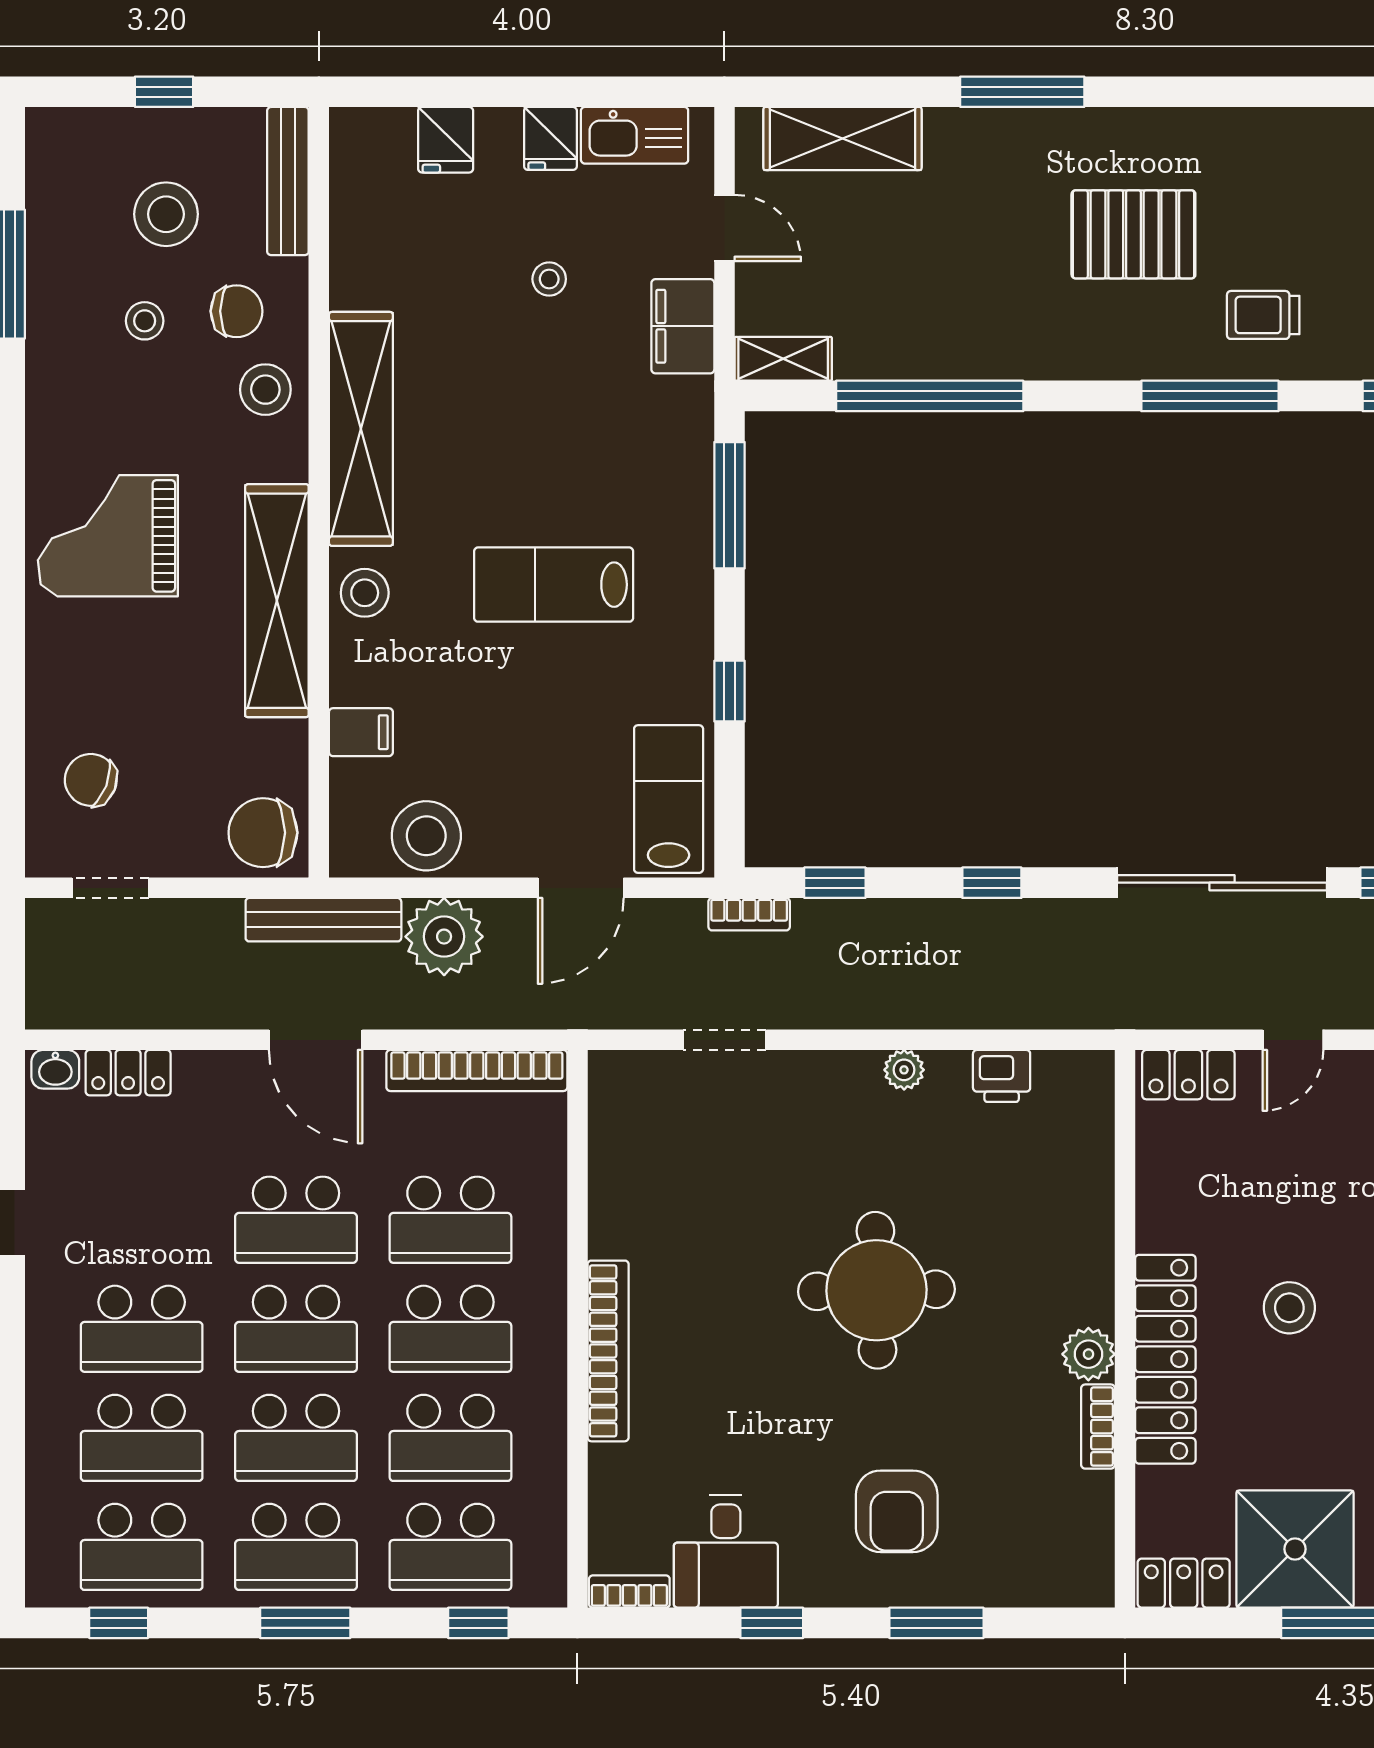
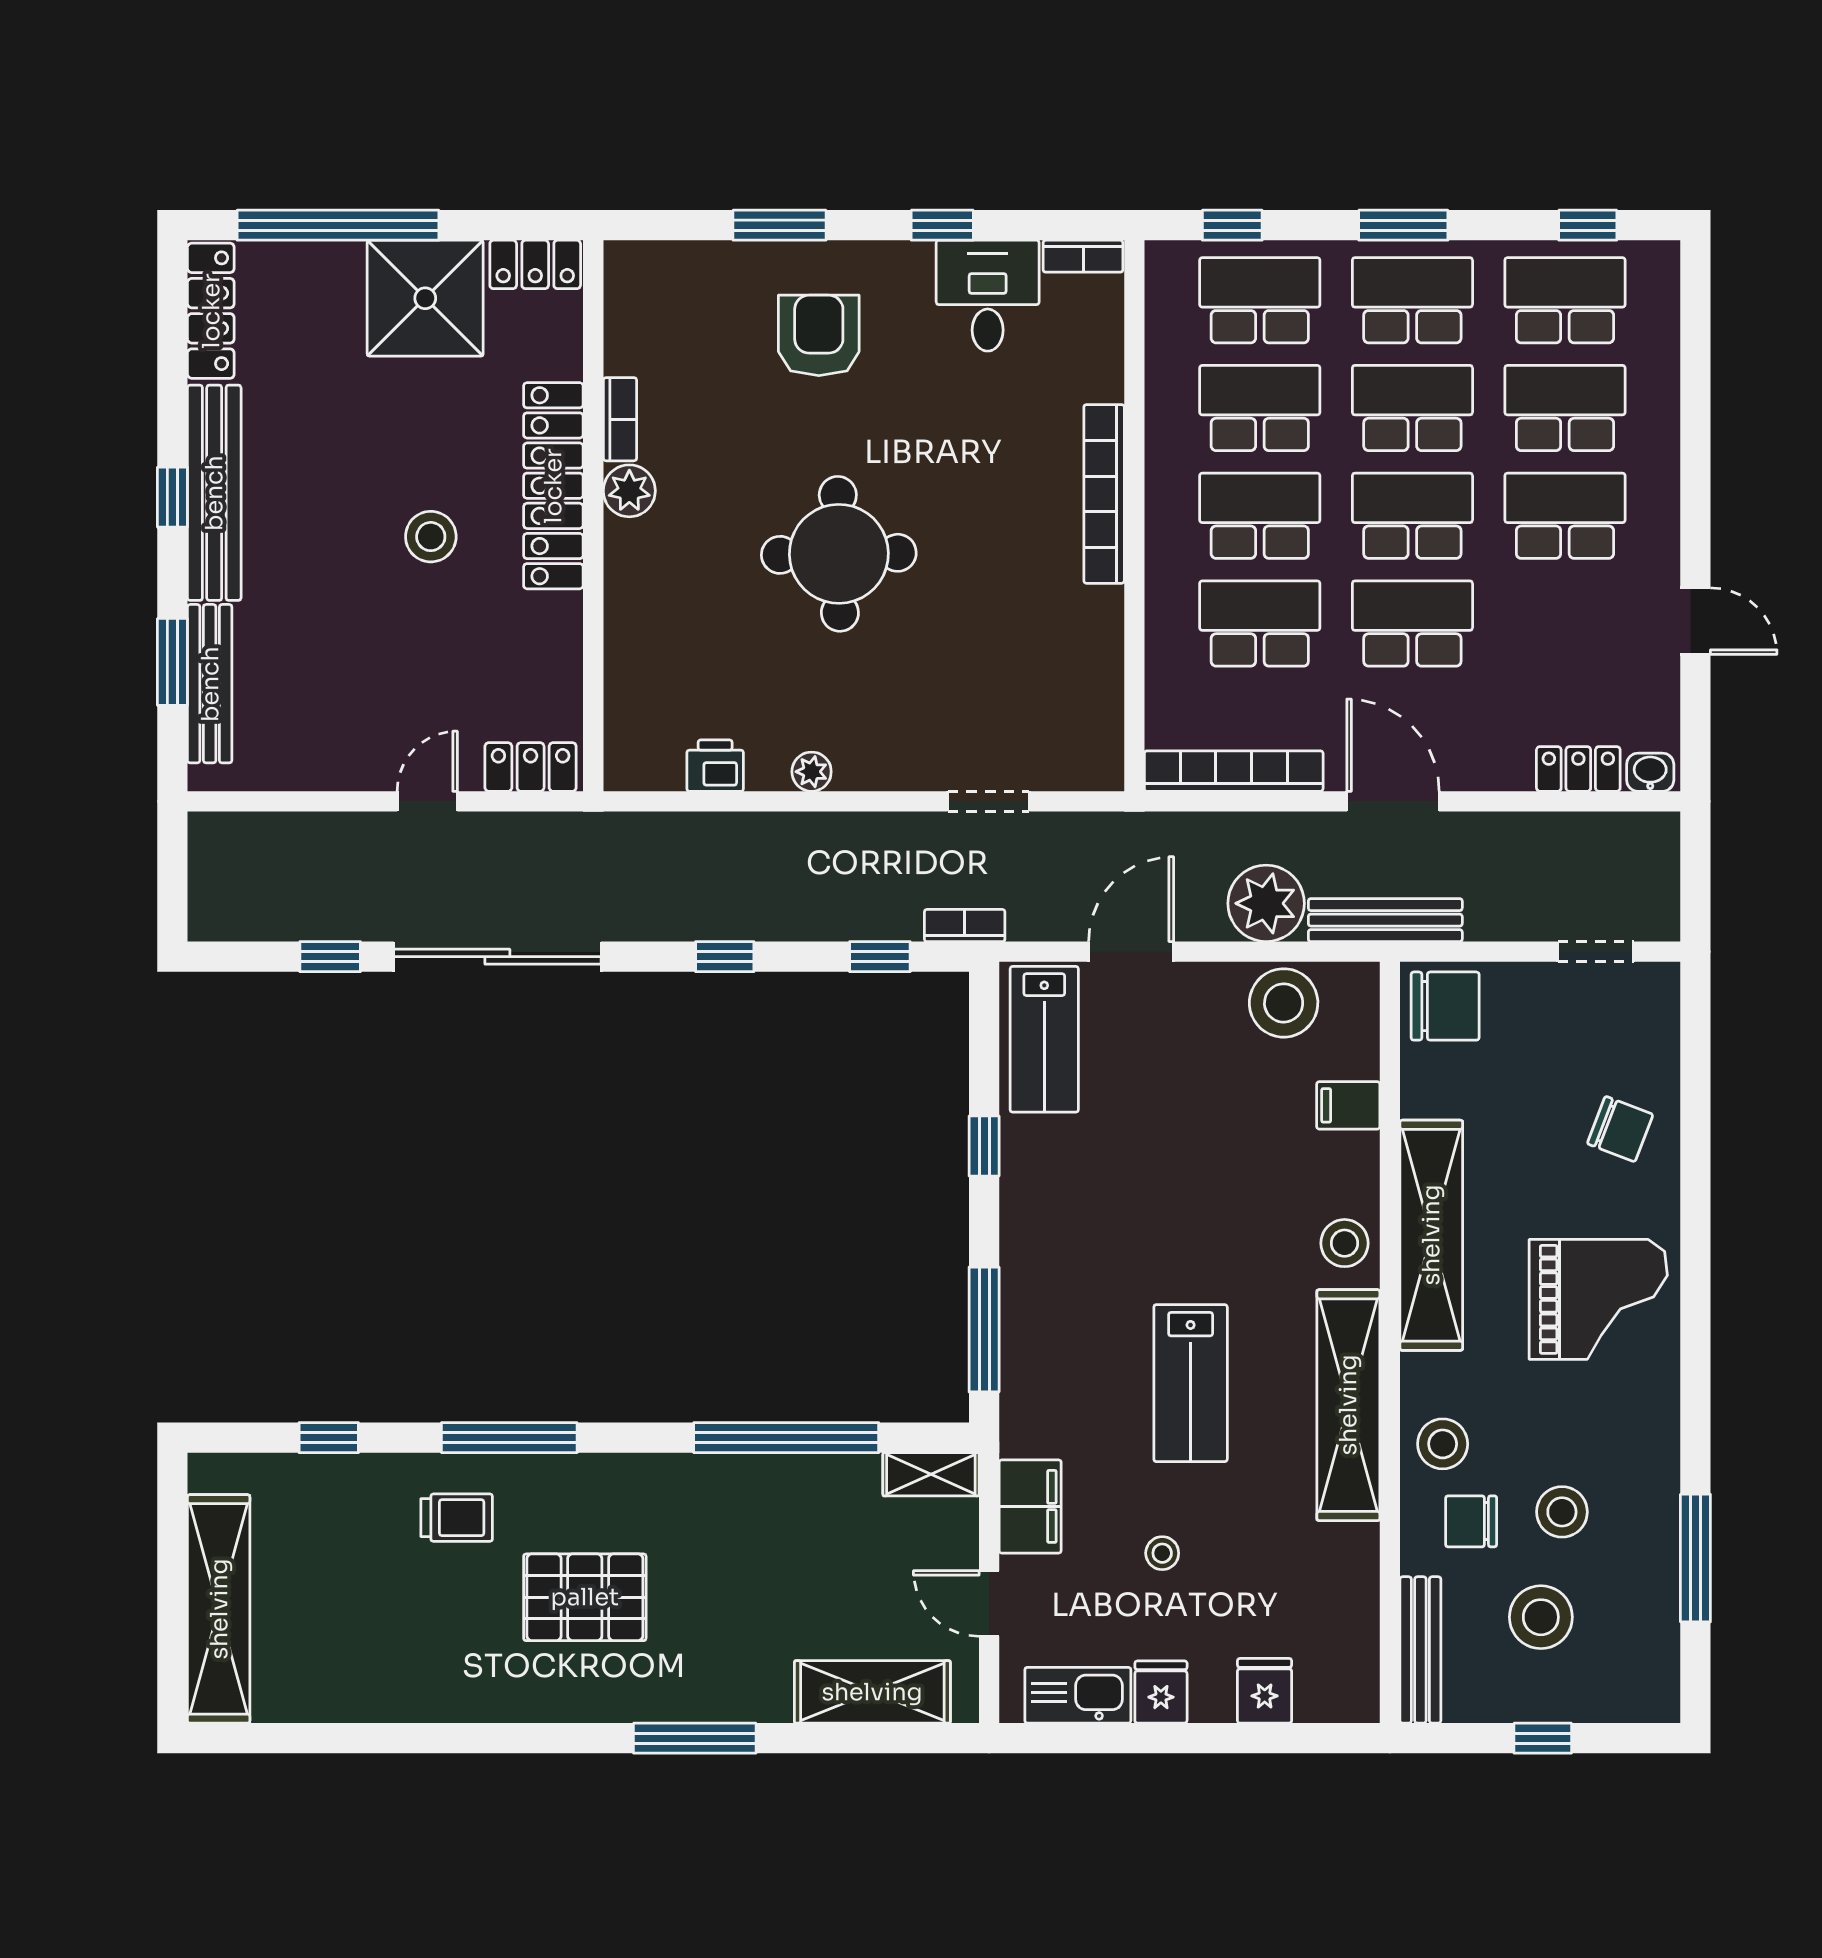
stool: (145, 321) -> (1562, 1512), width x1.37, depth x1.37
lab bench: (554, 585) -> (1191, 1383), moved, turned 90
chair: (91, 780) -> (1620, 1129), moved

